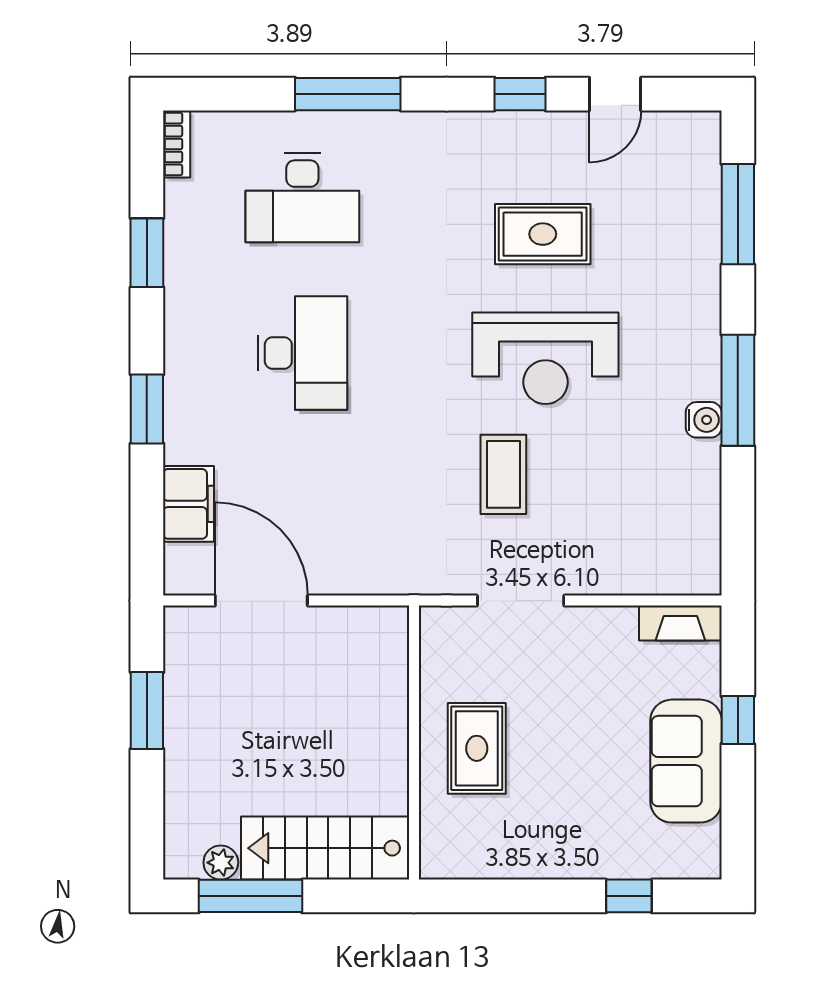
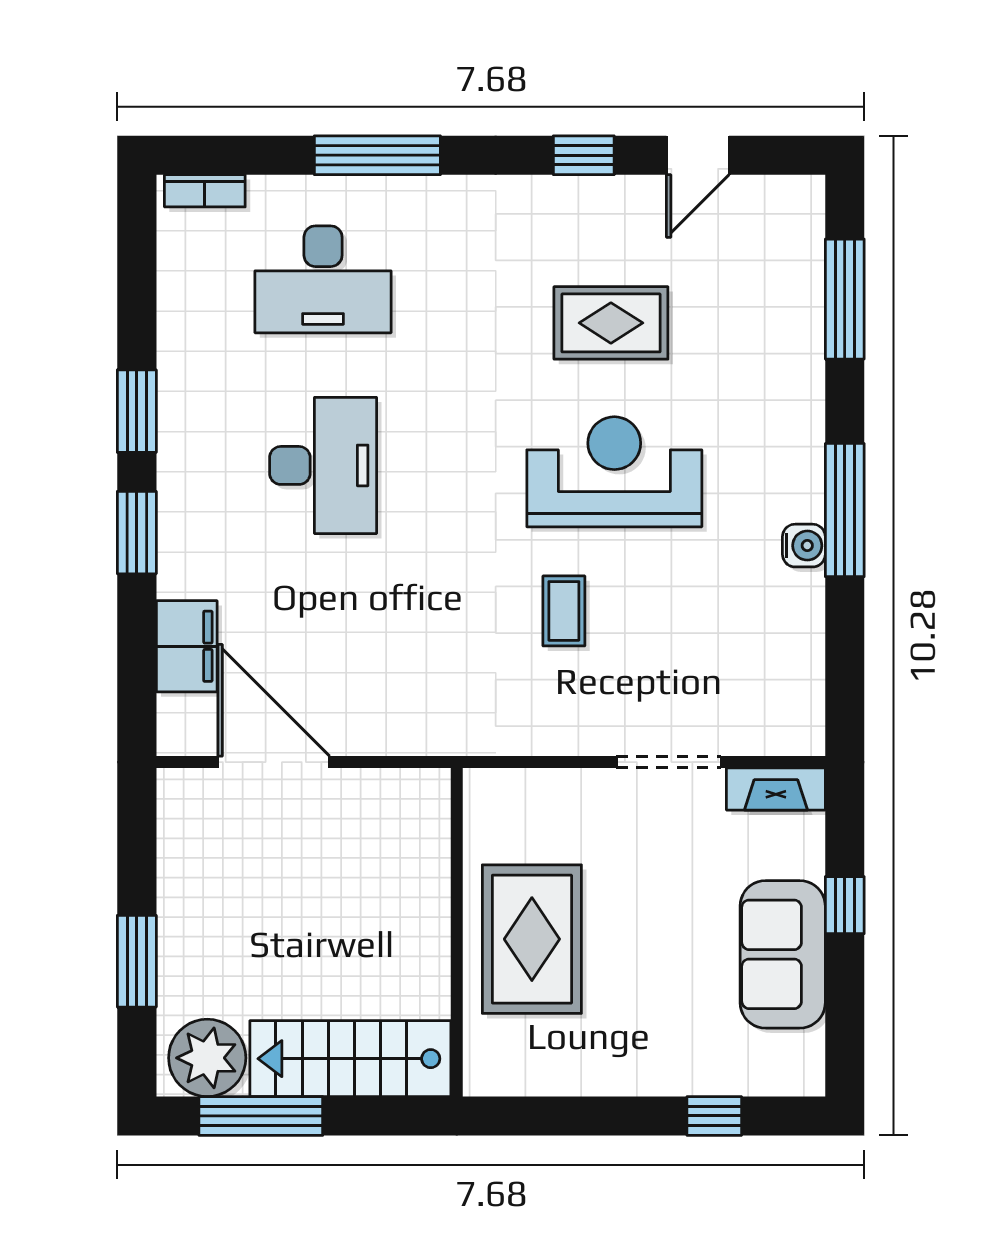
bookcase: (177, 144) -> (205, 191), moved, turned 90
window: (147, 253) -> (137, 411), moved
reception desk: (545, 358) -> (614, 472), turned 180
coffee table: (503, 474) -> (564, 611), width x0.73, depth x0.77
doorway: (521, 601) -> (669, 762), moved
window: (147, 711) -> (137, 961), moved
rug: (477, 748) -> (532, 939), width x1.36, depth x1.43
plant: (221, 863) -> (207, 1058), width x1.87, depth x1.87

